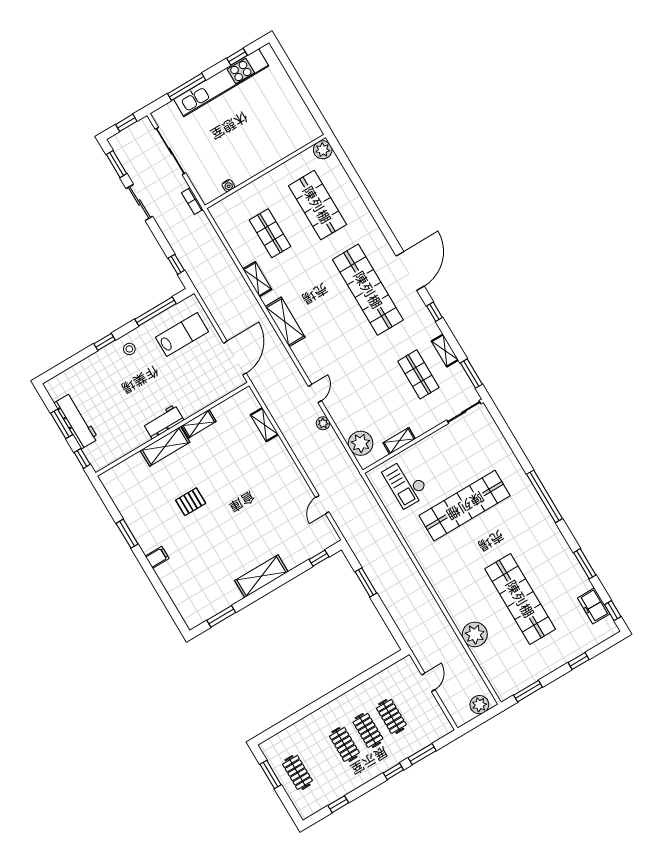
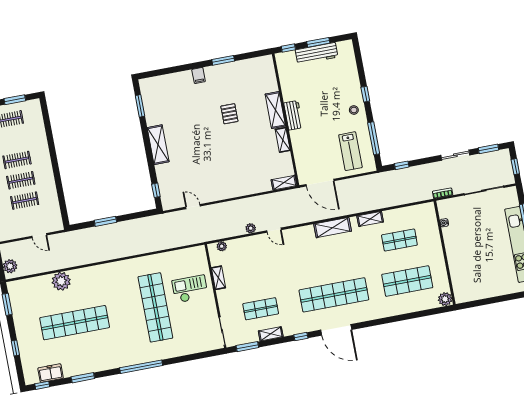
shelving: (264, 425) -> (284, 183), moved
plant: (361, 443) -> (222, 246), width x0.53, depth x0.53
checkout: (406, 483) -> (190, 289), moved
window: (366, 582) -> (105, 221), moved

